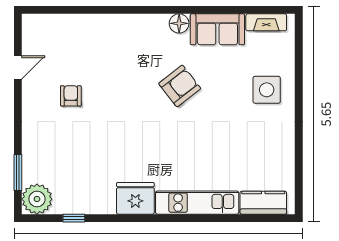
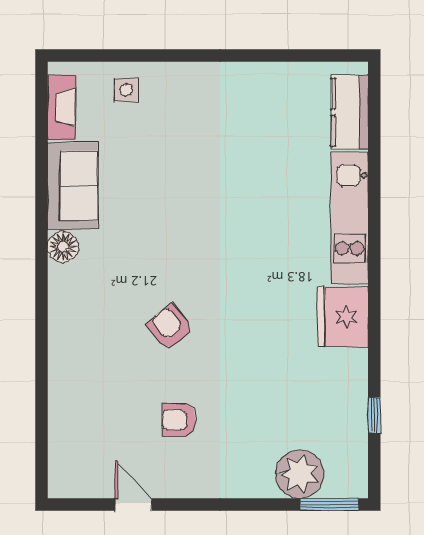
armchair: (180, 86) -> (170, 327), moved, width x0.72, depth x0.72
side table: (267, 90) -> (126, 90), moved, width x0.54, depth x0.54
window: (18, 172) -> (329, 504), moved
plant: (37, 199) -> (300, 474), moved

